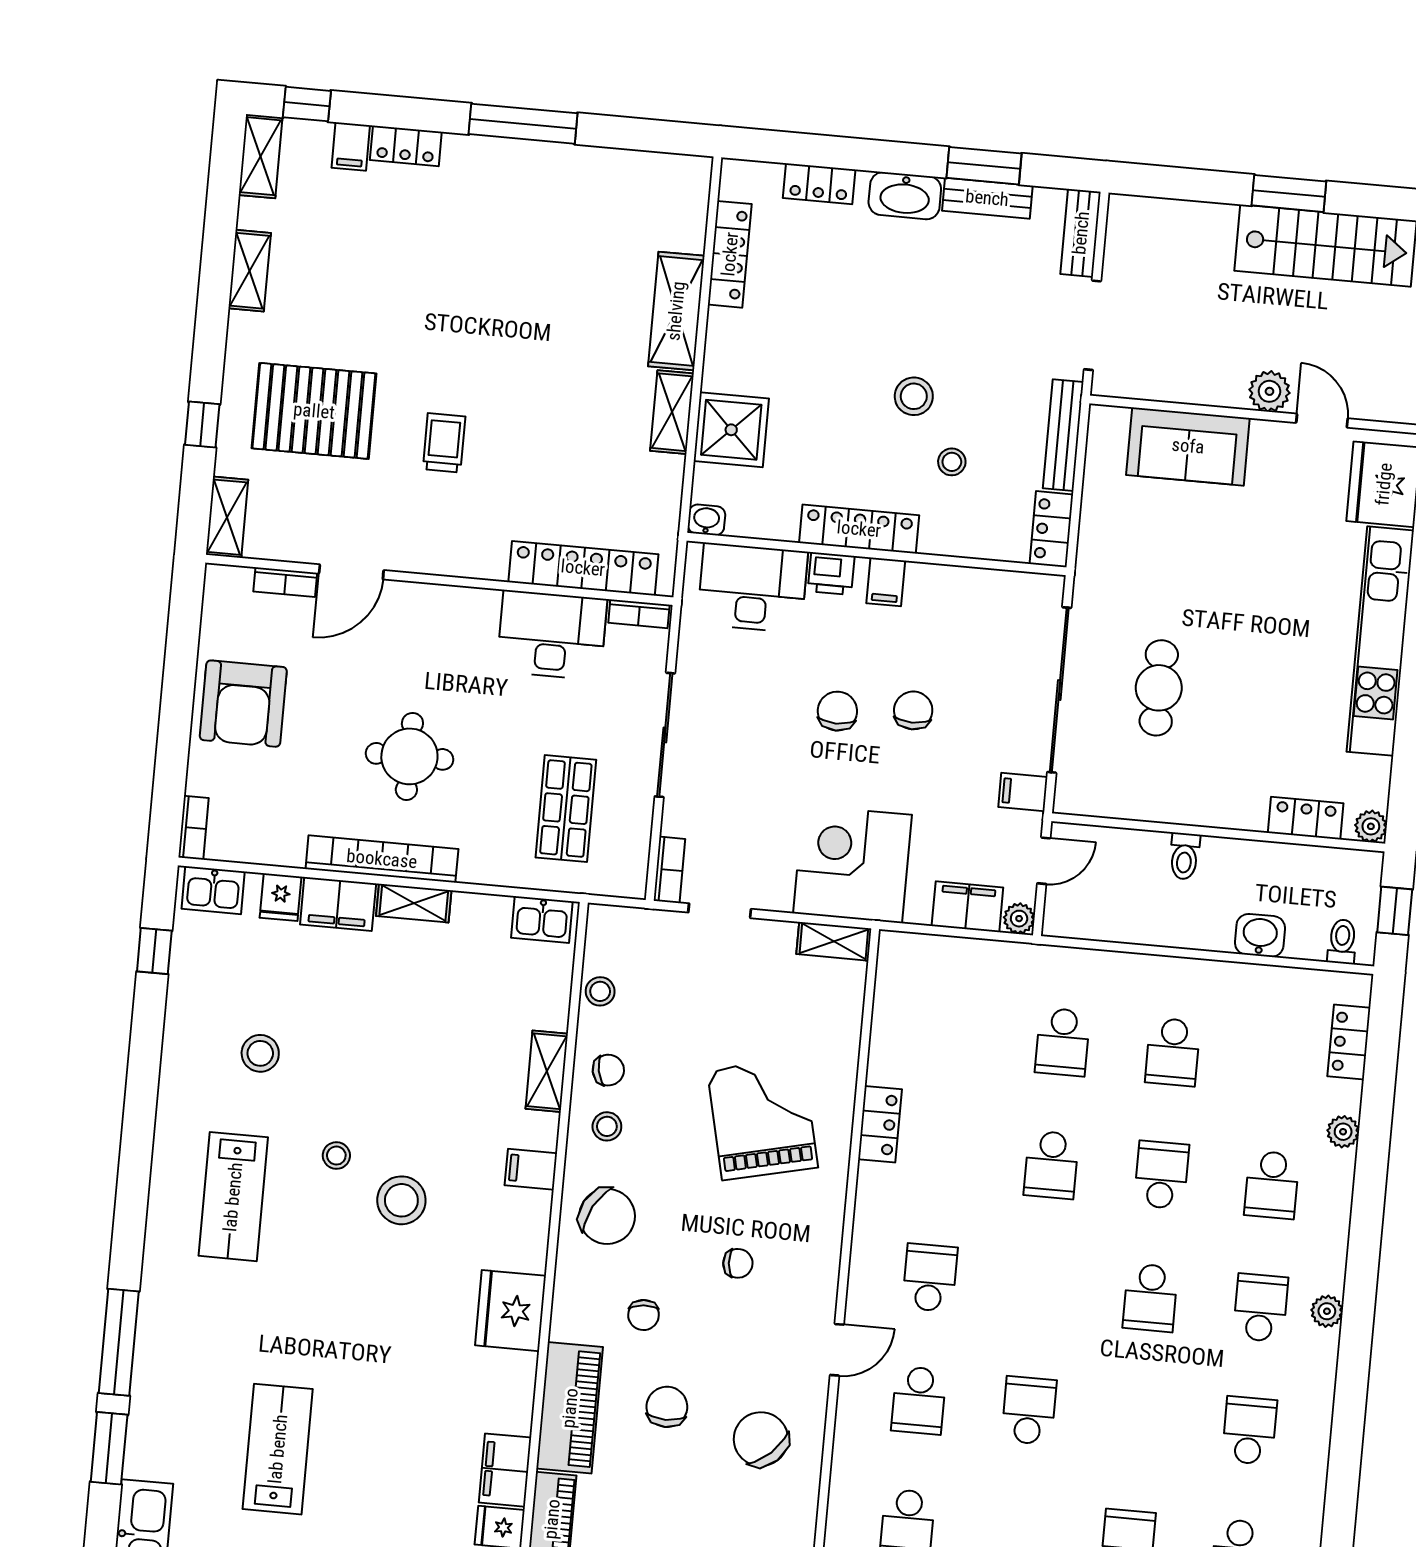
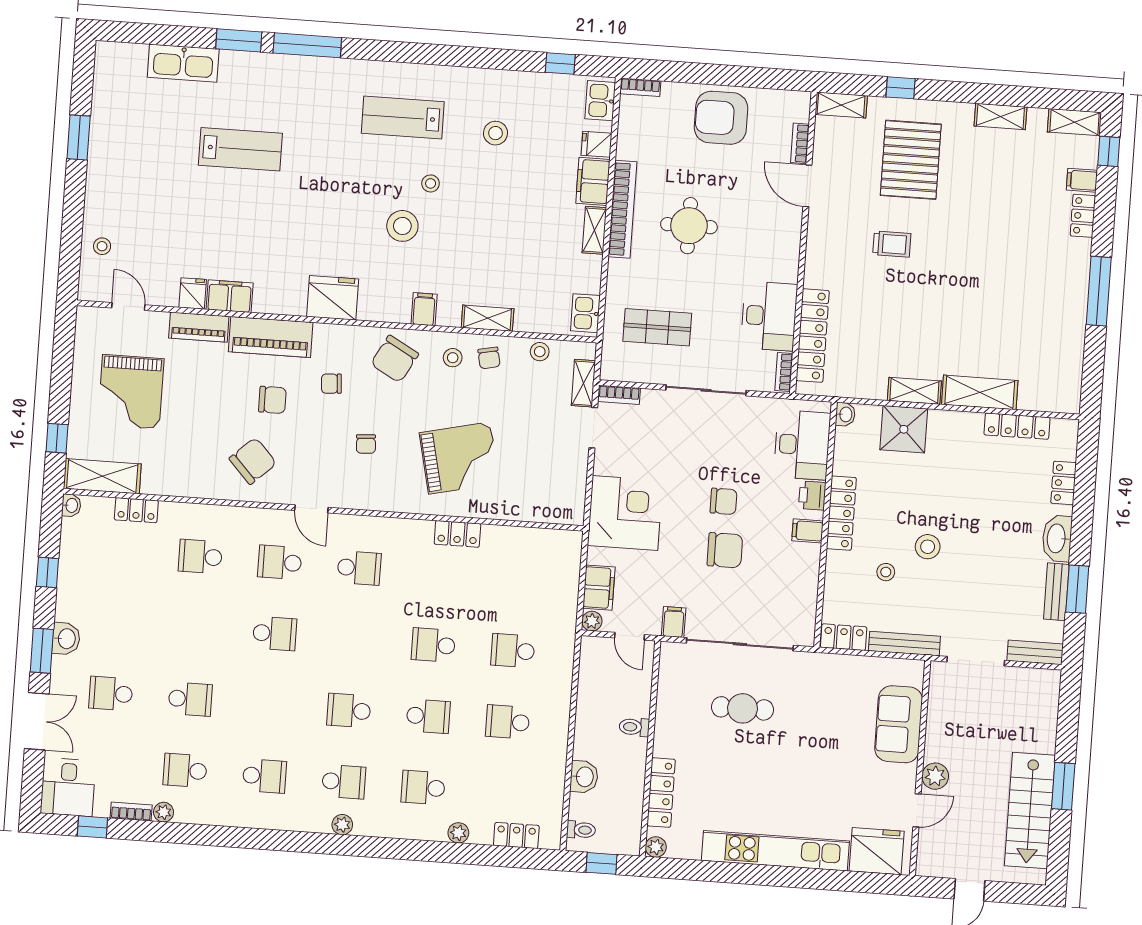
chair: (913, 710) -> (725, 550), width x1.37, depth x1.37
locker: (1306, 818) -> (661, 793), width x1.53
shelving: (834, 941) -> (583, 383), moved

